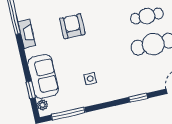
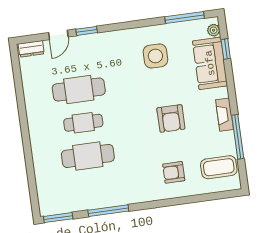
side table: (90, 79) -> (155, 56), width x1.87, depth x1.87
window: (138, 98) -> (87, 31), moved

